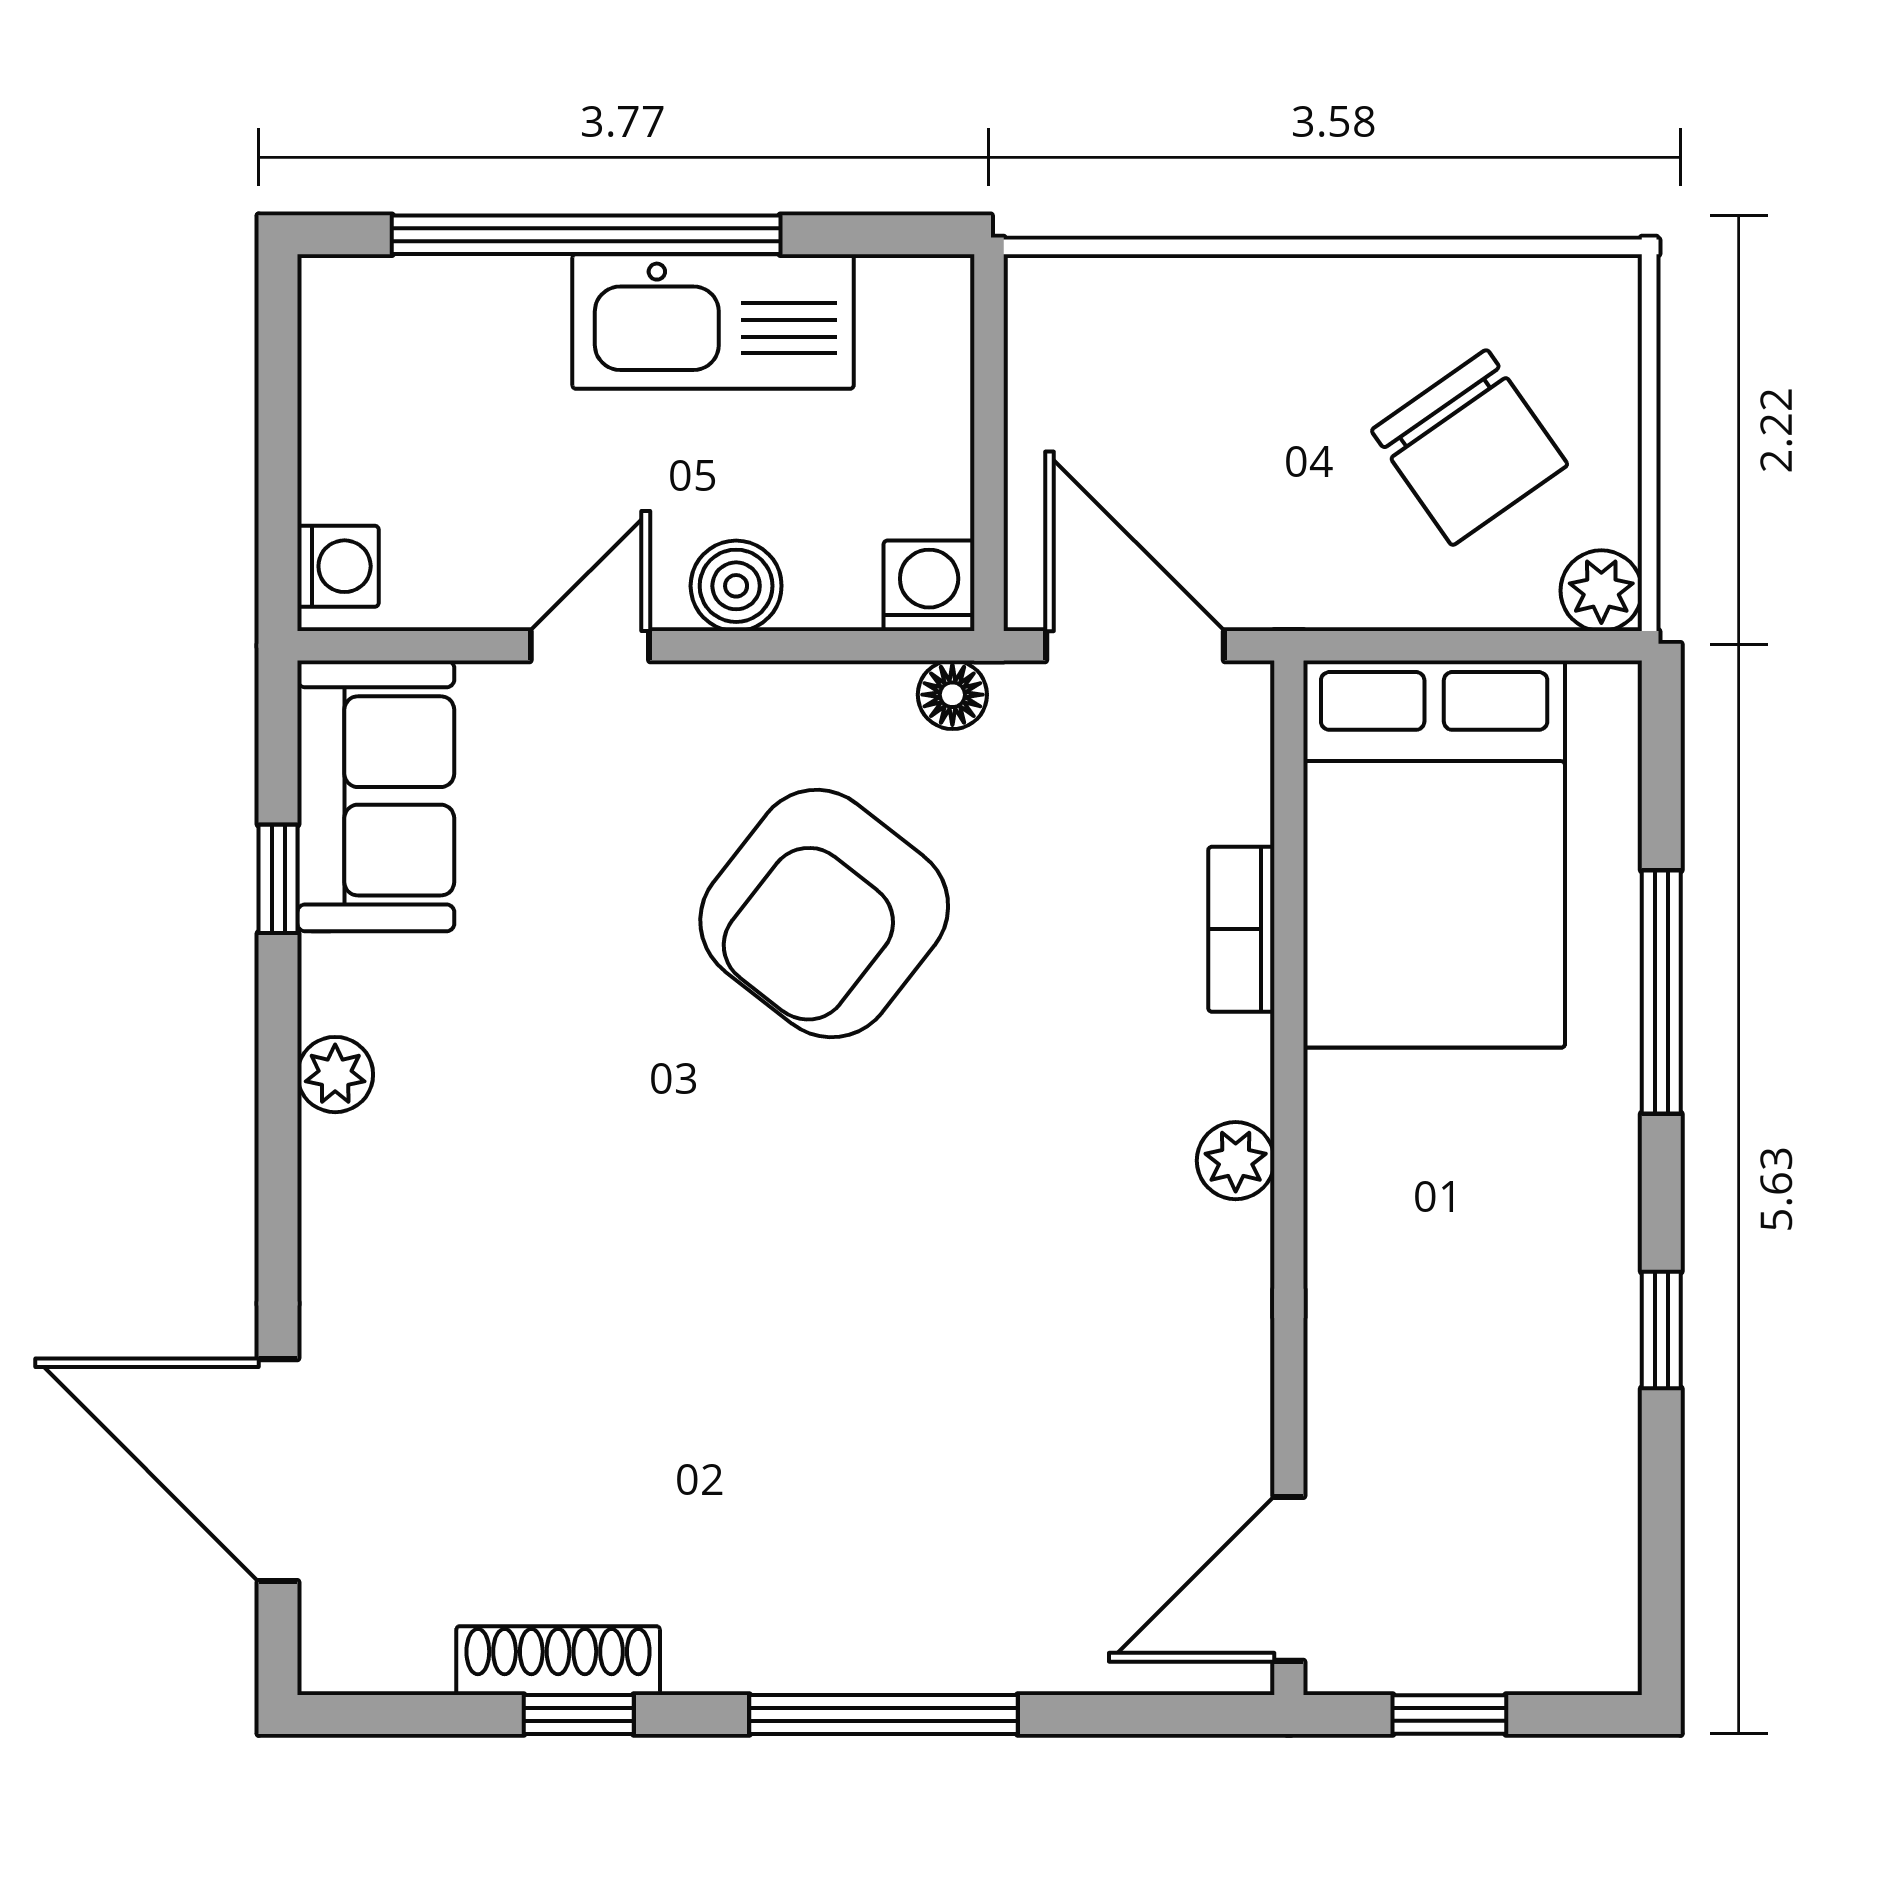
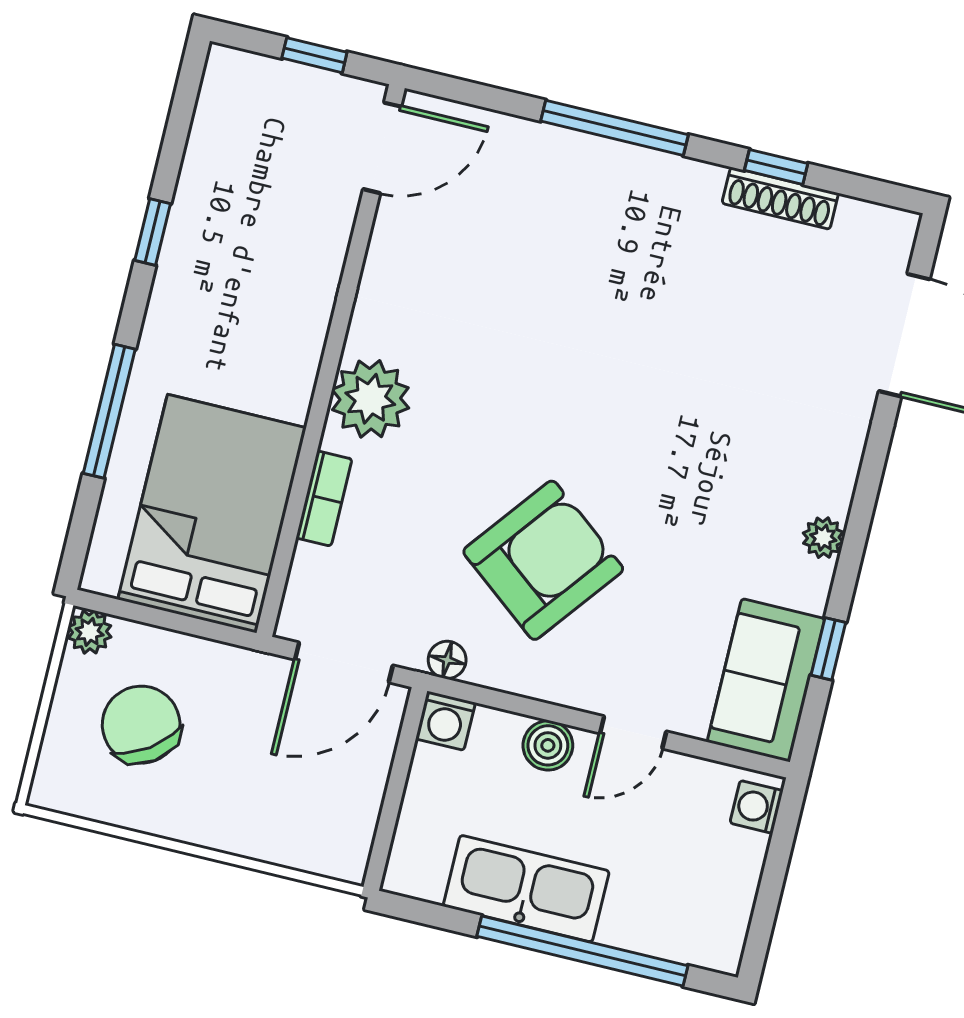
door: (1135, 646) -> (344, 662), hinge flipped
plant: (1236, 1161) -> (370, 399), width x1.87, depth x1.87

